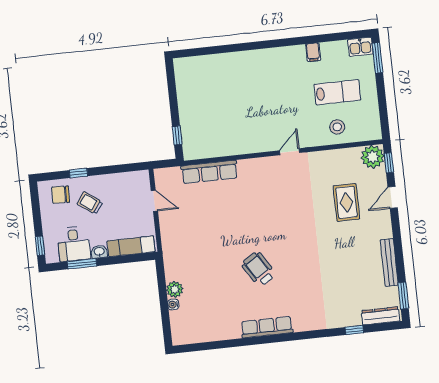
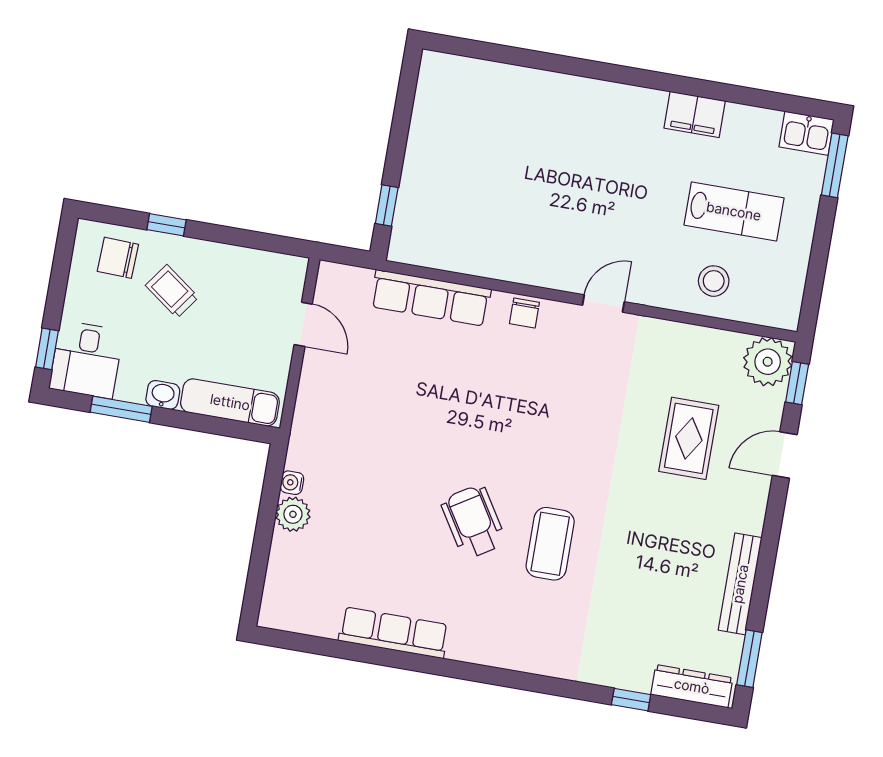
filing cabinet: (313, 52) -> (695, 114), width x2.00
chair: (254, 166) -> (524, 313), added
desk: (74, 244) -> (86, 359), moved
coffee table: (297, 269) -> (550, 544), added
water cooler: (173, 304) -> (292, 483), moved
row of seats: (267, 327) -> (394, 633), moved

